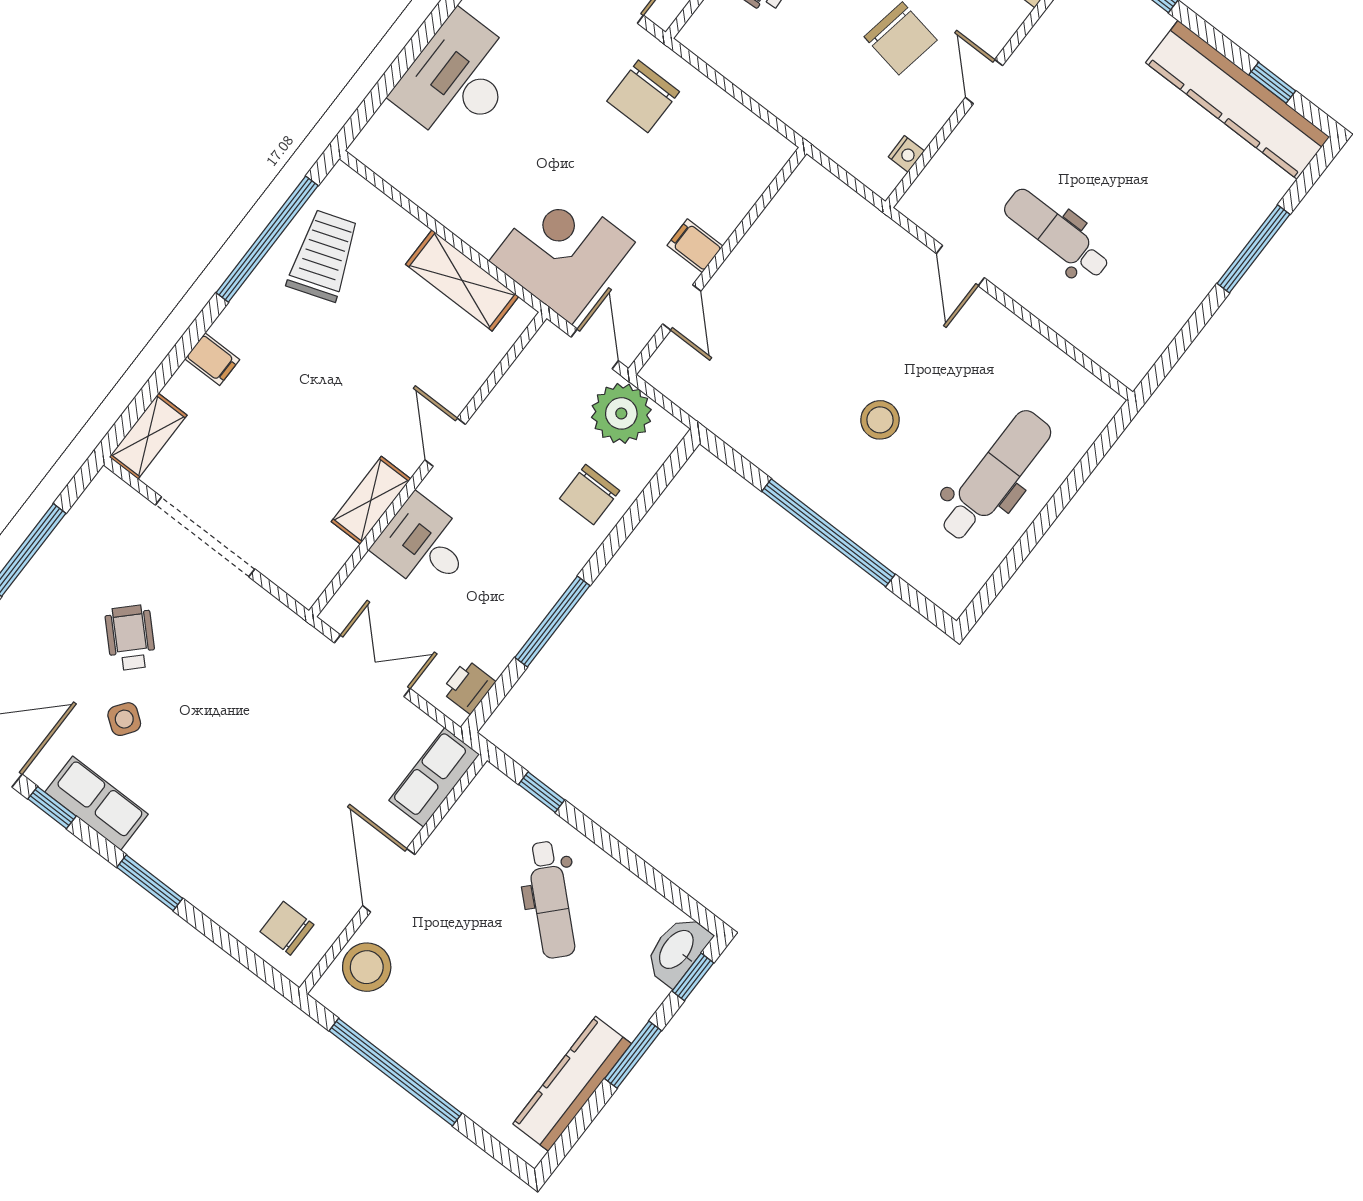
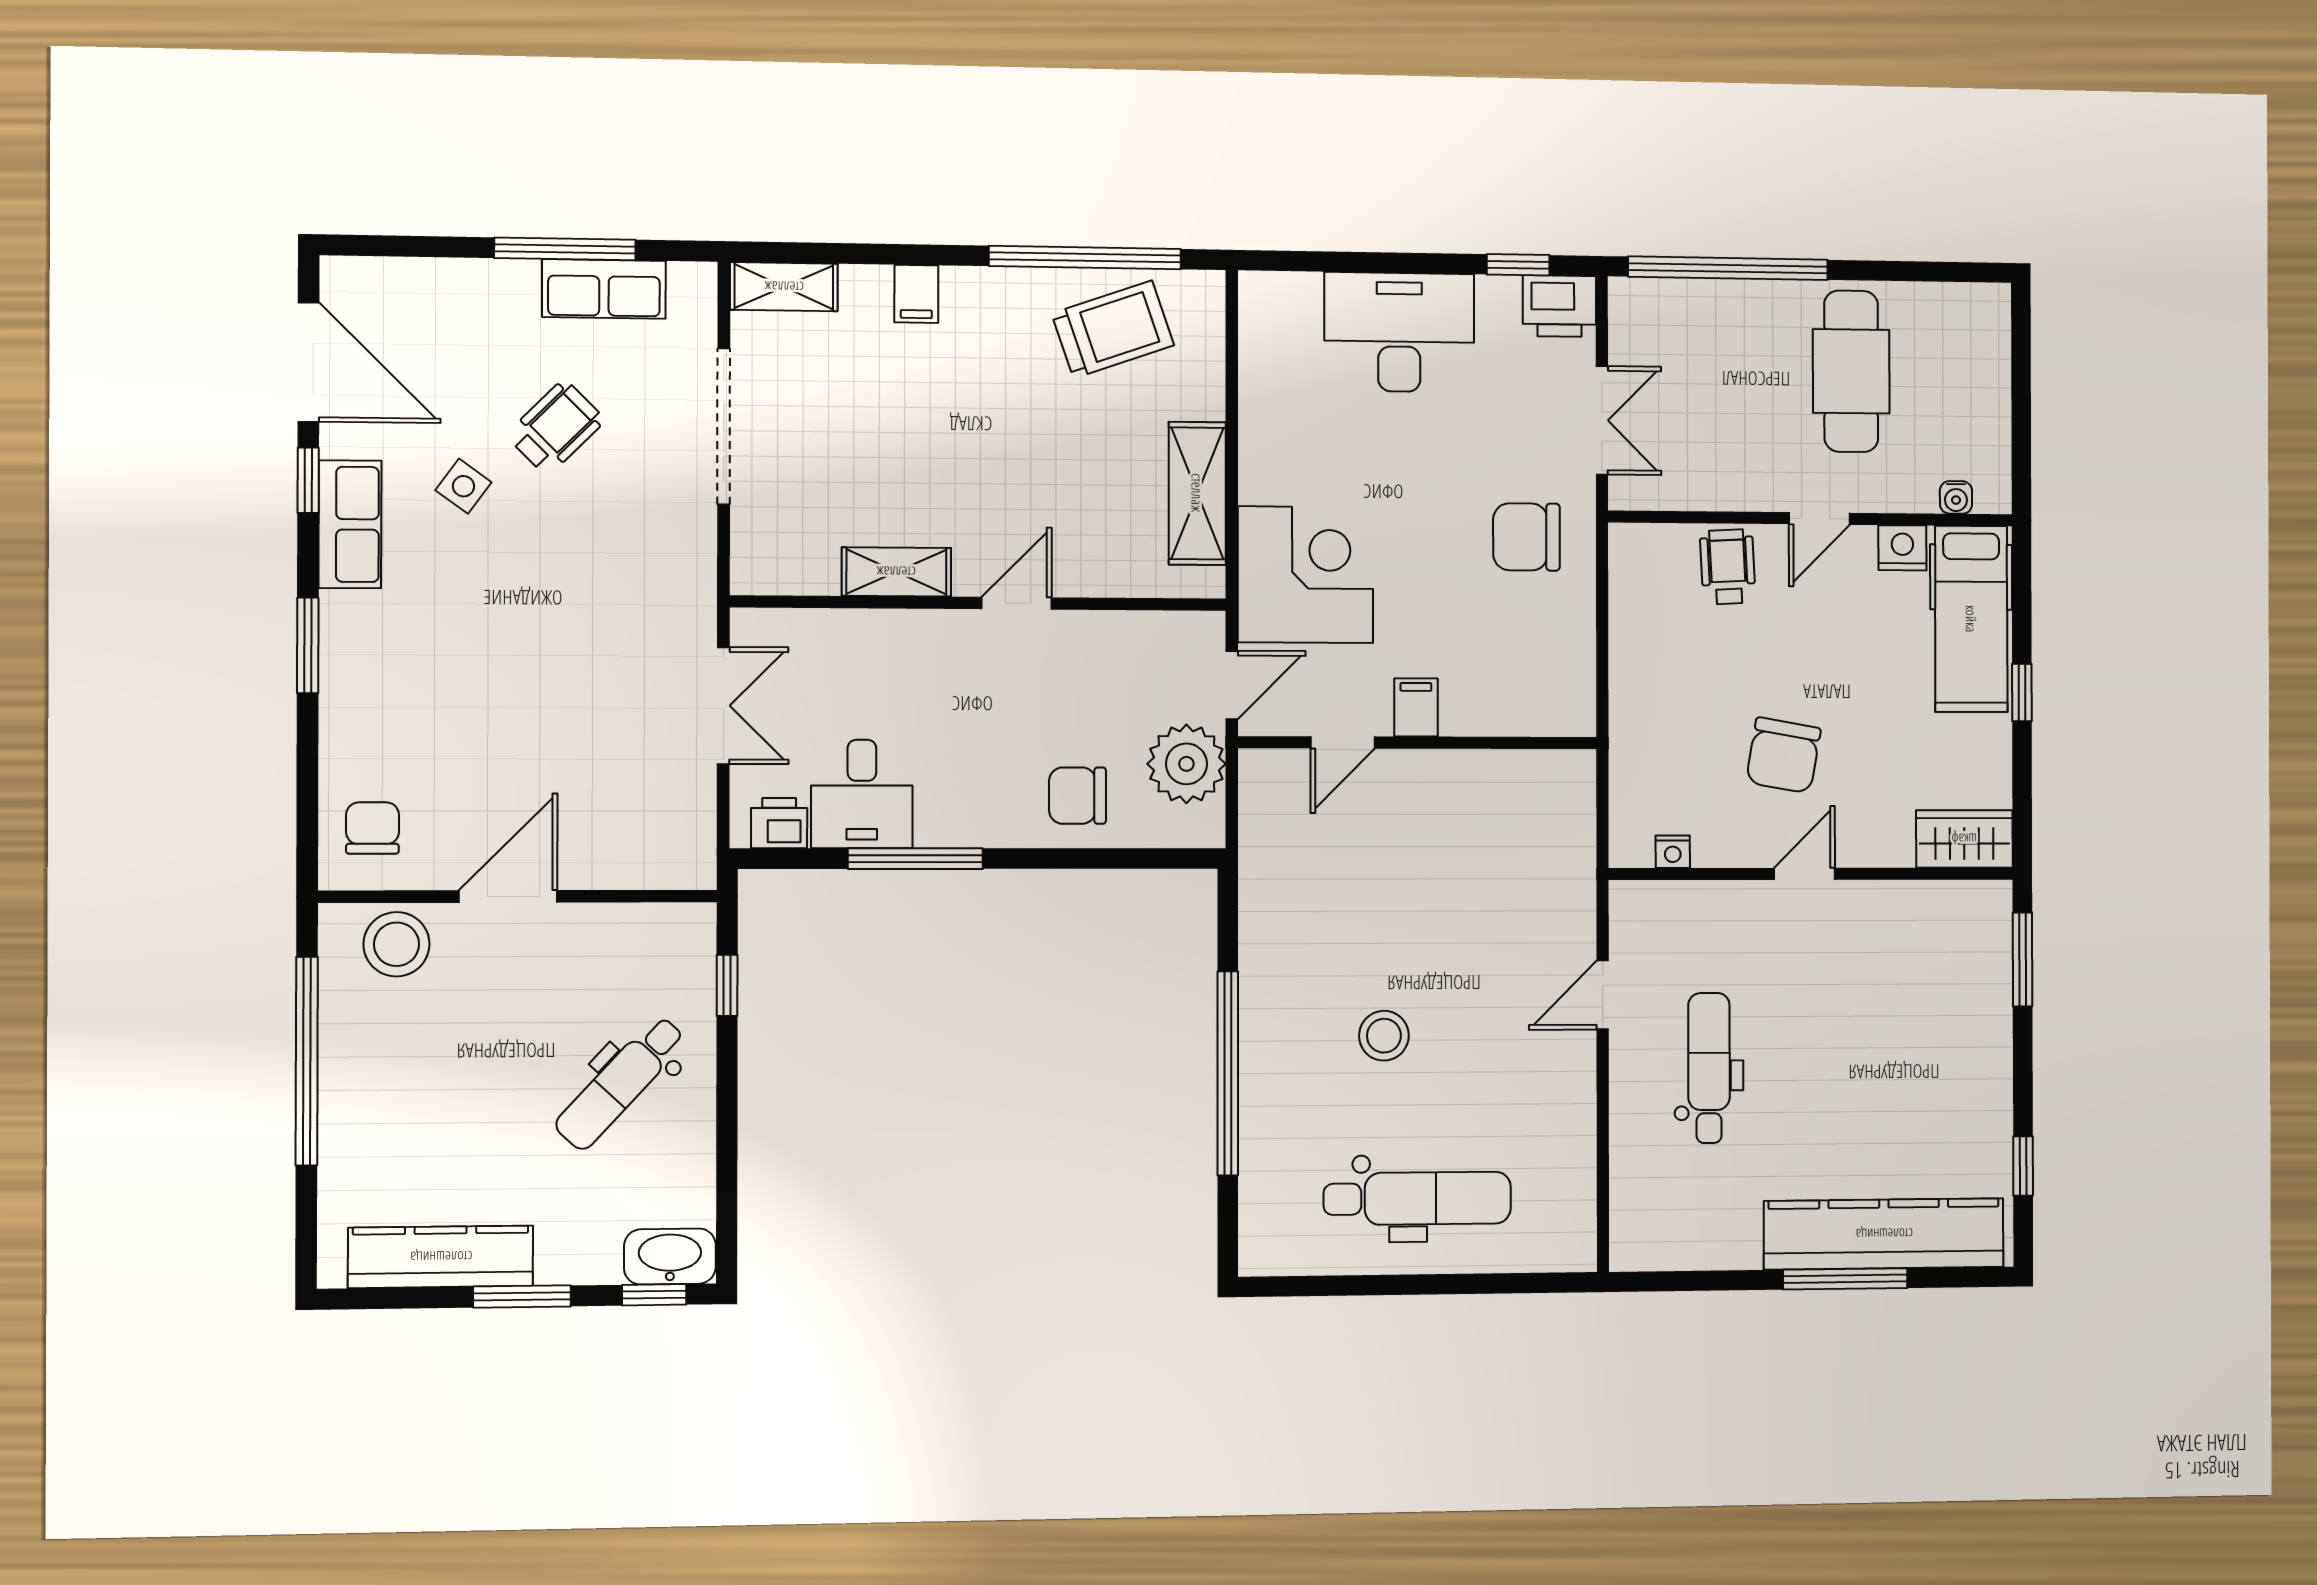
kitchen counter: (1238, 100) -> (1884, 1234), moved, turned 90
desk: (424, 545) -> (862, 794), moved, turned 180
row of seats: (434, 777) -> (604, 289), moved, turned 180

